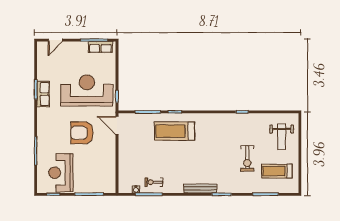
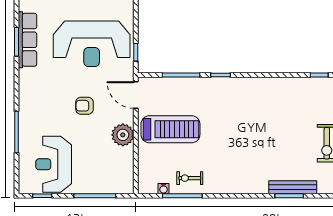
reception desk: (87, 91) -> (92, 44), turned 180
row of seats: (43, 94) -> (27, 40), width x1.48
treadmill: (174, 131) -> (170, 129), moved, turned 180
armchair: (82, 133) -> (84, 106), width x0.53, depth x0.53
plant: (108, 153) -> (123, 135), added
bench: (200, 188) -> (293, 187), moved

